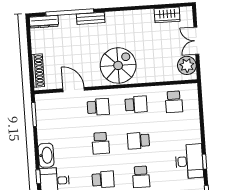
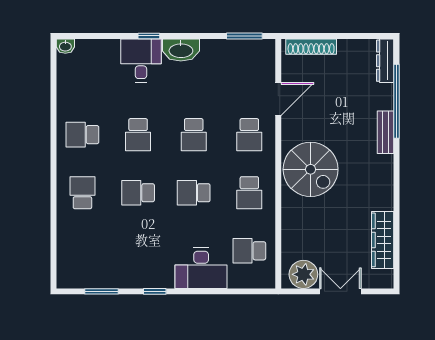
wardrobe: (167, 15) -> (383, 240), width x1.50
school desk: (139, 141) -> (194, 193), turned -90
school desk: (101, 143) -> (194, 135), turned -90
desk: (189, 161) -> (201, 268), moved

